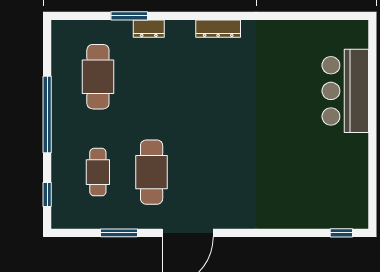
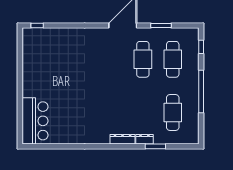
dresser: (218, 29) -> (123, 139), moved
bar counter: (345, 91) -> (35, 121), moved
cafe table: (98, 172) -> (173, 59), width x1.37, depth x1.35

